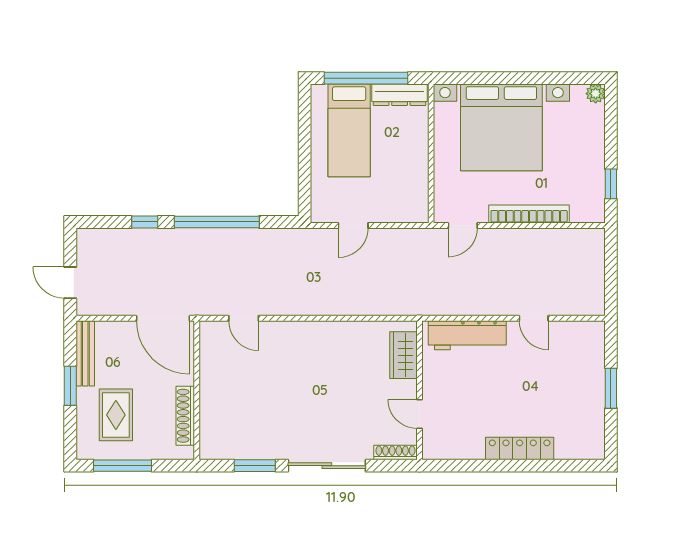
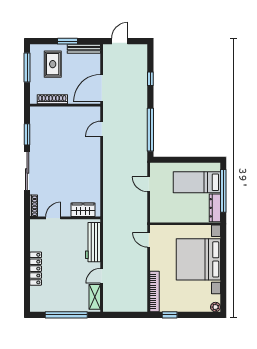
bookcase: (529, 214) -> (154, 292), moved
window: (217, 222) -> (150, 130), moved
shelving: (575, 332) -> (95, 297), added
window: (611, 388) -> (66, 315), width x2.11
rug: (116, 415) -> (53, 64), turned 90

